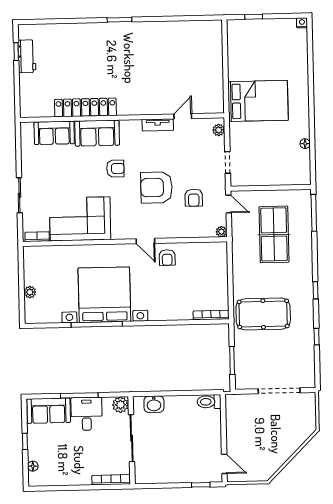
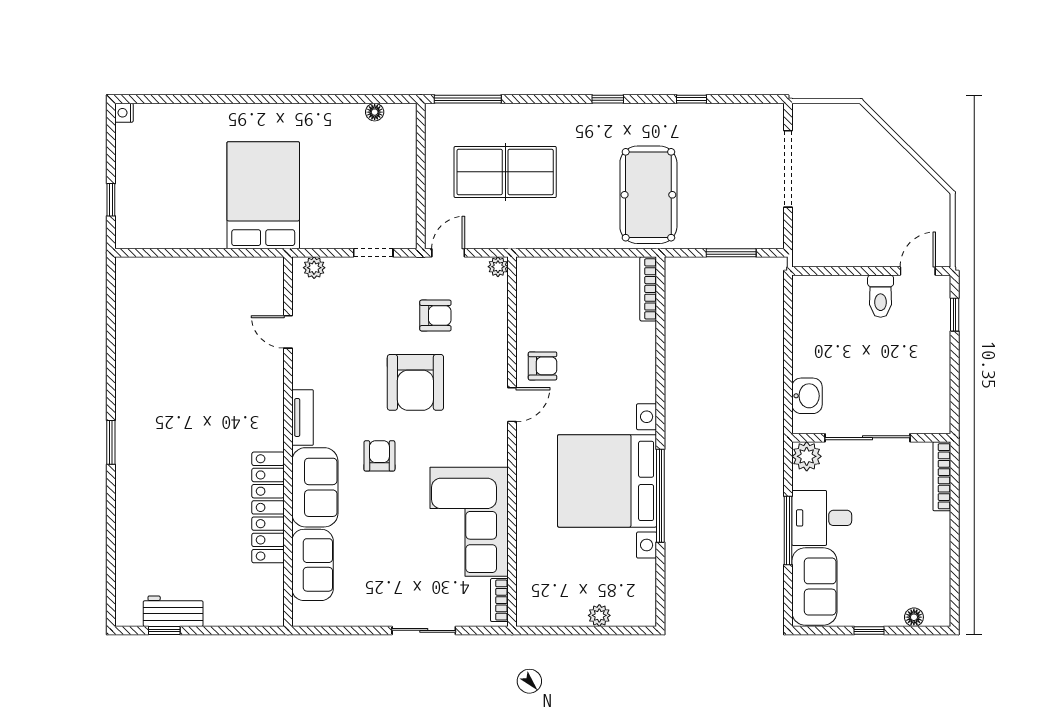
tv unit: (158, 125) -> (303, 418), moved
floor lamp: (305, 144) -> (375, 112), moved
toilet: (209, 402) -> (881, 296), moved

